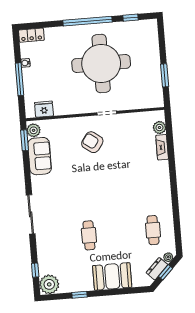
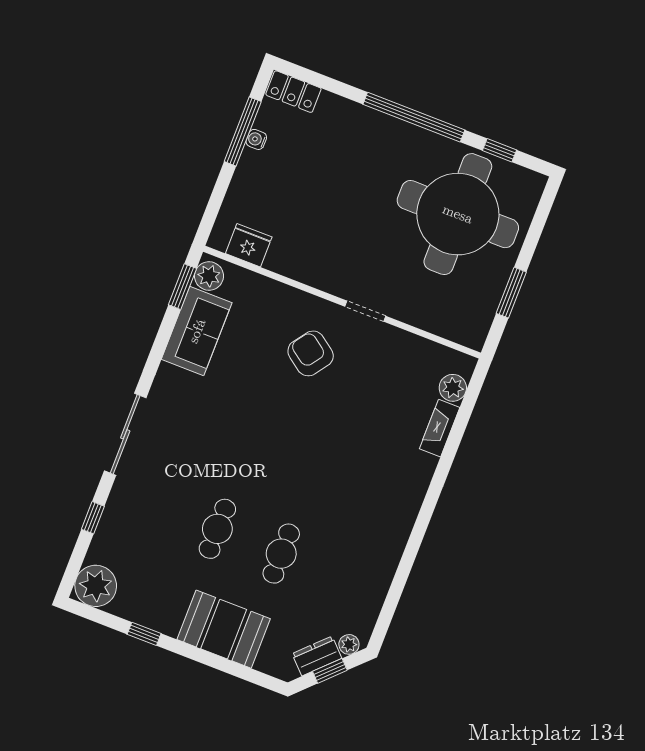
round table: (101, 63) -> (458, 214), moved
window: (20, 79) -> (243, 131), moved
cafe table: (153, 230) -> (281, 554), moved
window: (35, 270) -> (93, 518), moved

